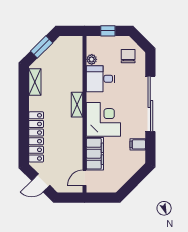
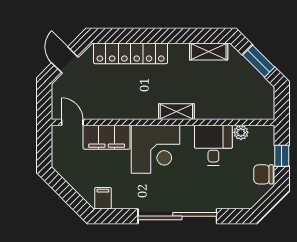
chair: (128, 56) -> (263, 174), moved, turned 180
filing cabinet: (138, 144) -> (103, 198), moved

